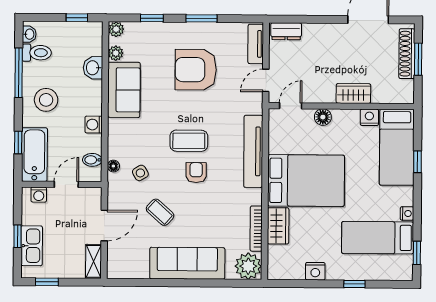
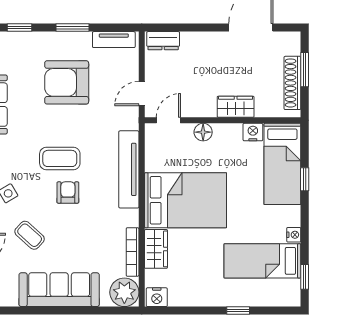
tv unit: (256, 44) -> (114, 40), moved, turned -90
shoe rack: (407, 54) -> (292, 83), moved
nightstand: (315, 271) -> (157, 297), moved

